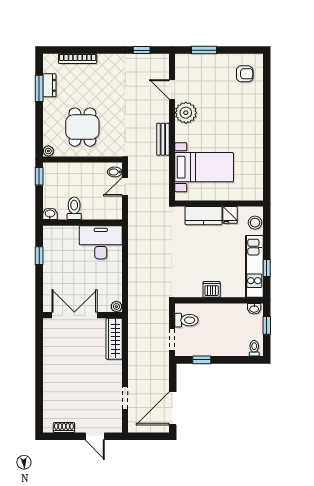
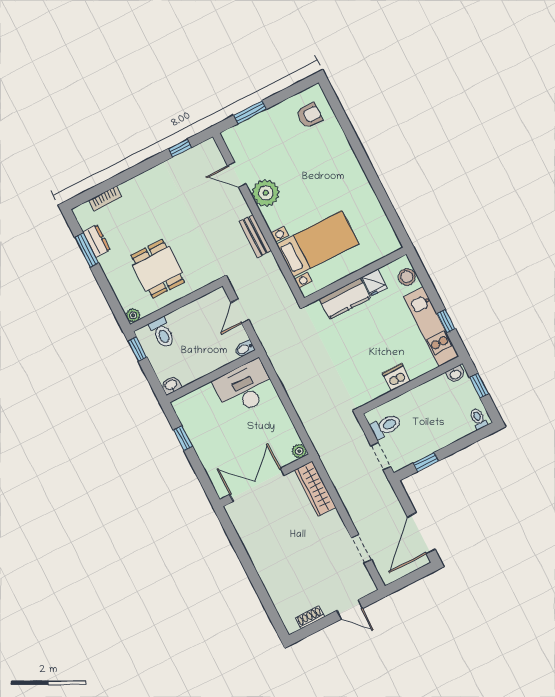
bookcase: (78, 59) -> (105, 199), width x0.64
bidet: (115, 172) -> (245, 349), moved
toilet: (74, 208) -> (162, 333), moved, turned 180

